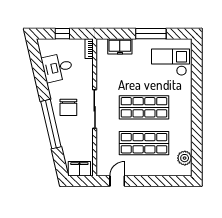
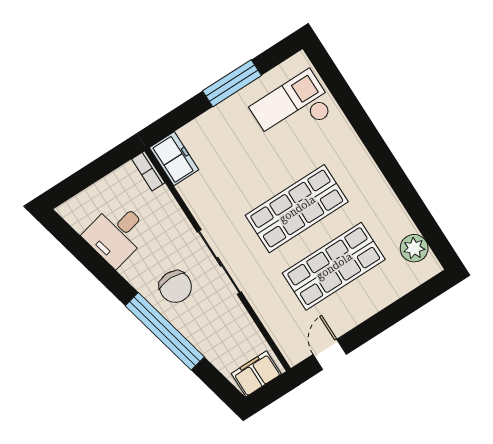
window: (62, 34) -> (90, 174), removed
freezer: (120, 46) -> (174, 159), moved, turned -90

